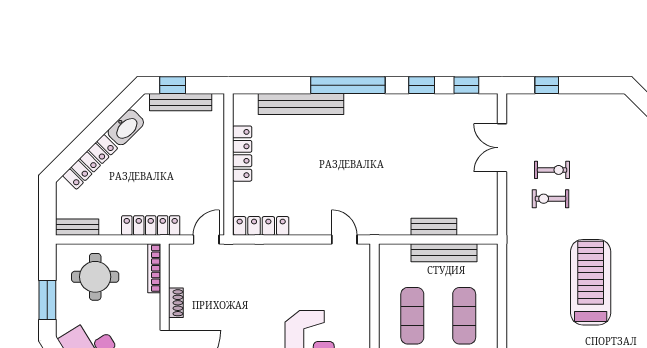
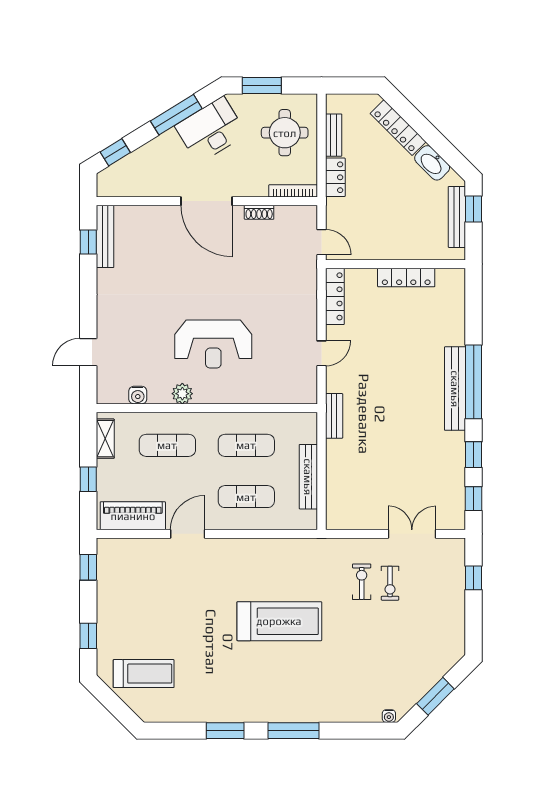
bench: (301, 104) -> (455, 389), moved
locker: (151, 225) -> (335, 177), width x0.66
bench: (77, 227) -> (334, 135), moved
bench: (434, 227) -> (334, 416), moved
door: (344, 240) -> (321, 353), moved

